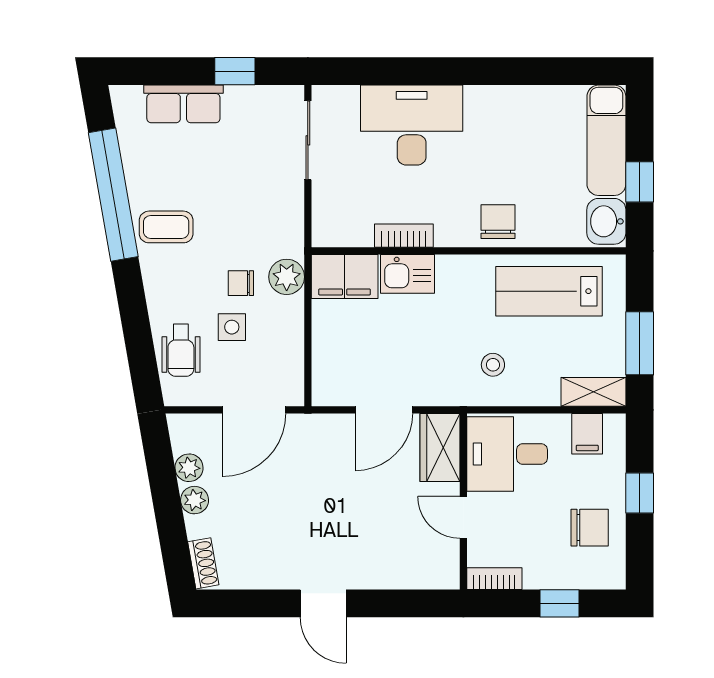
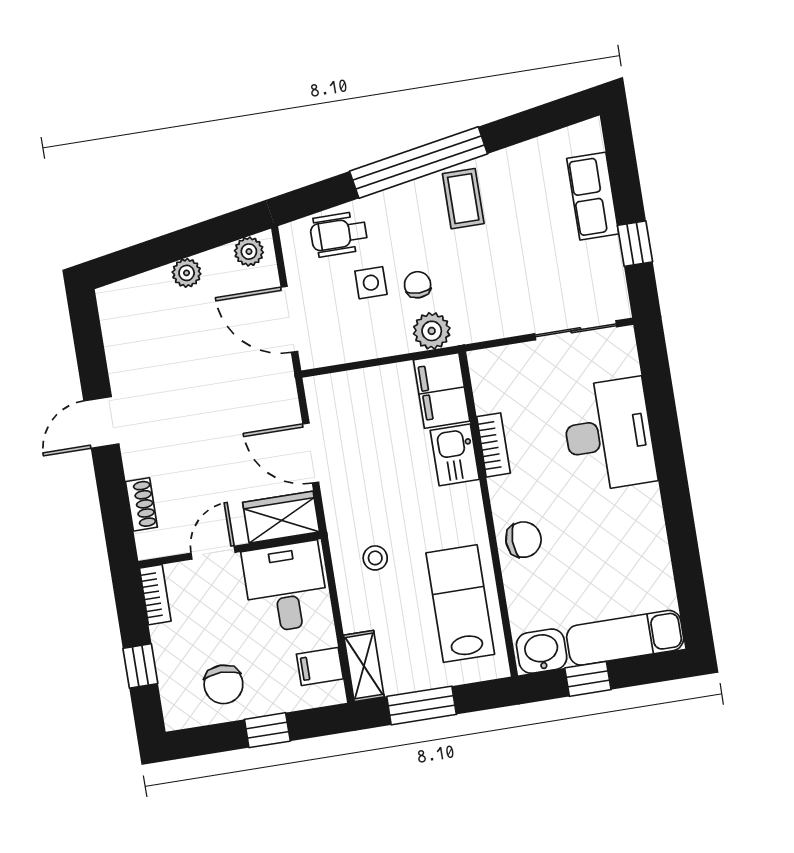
window: (113, 195) -> (419, 163), moved
plant: (189, 468) -> (249, 252), moved
shoe rack: (203, 563) -> (141, 504), moved, turned -80

